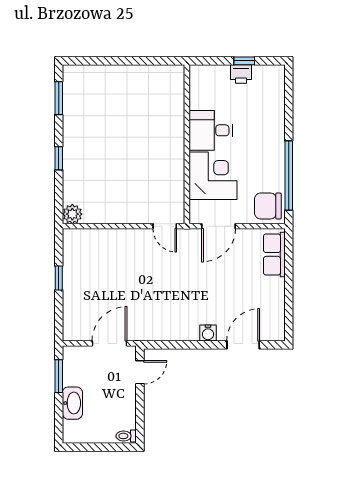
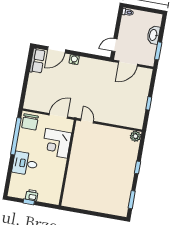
desk: (211, 130) -> (25, 163), moved, turned 180
chair: (268, 206) -> (30, 122), turned 90
row of seats: (274, 254) -> (37, 61), moved

